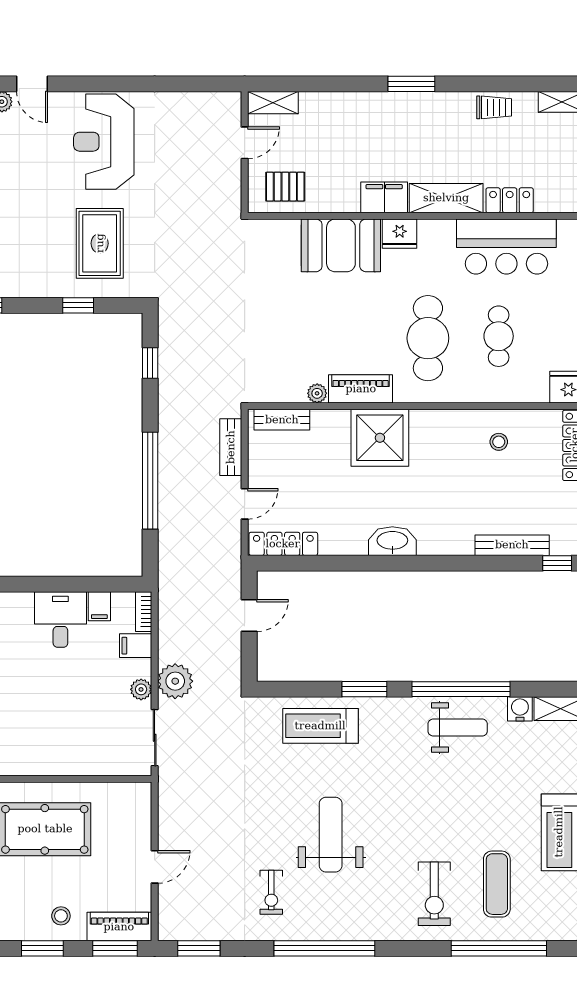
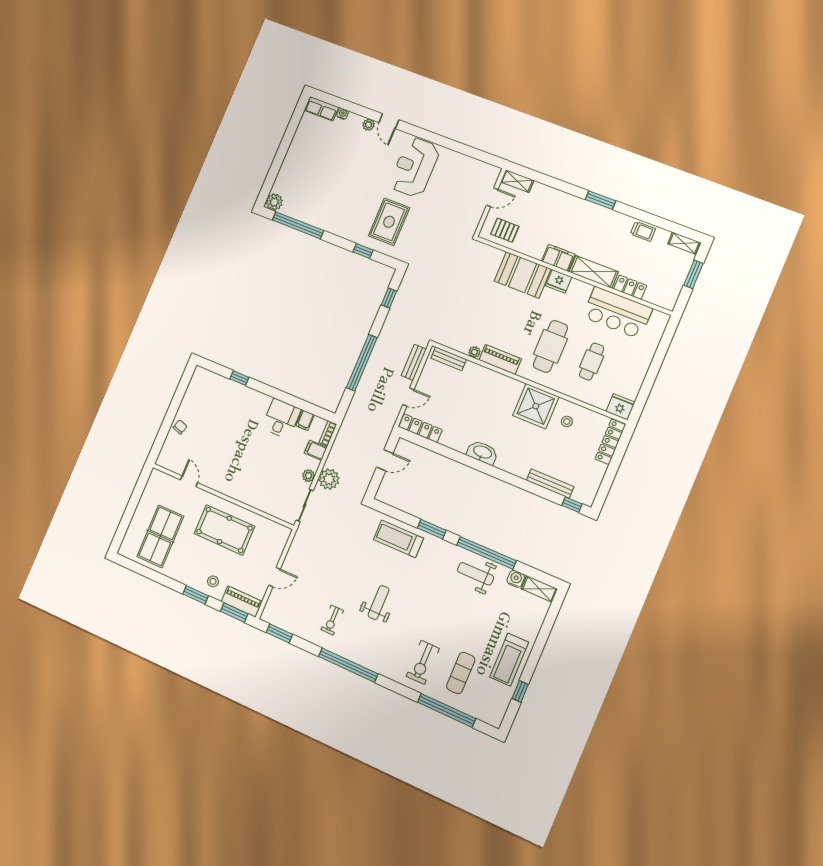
shower: (380, 438) -> (536, 406), moved
weight bench: (458, 728) -> (476, 574), turned 180
weight bench: (331, 835) -> (379, 603), width x0.73, depth x0.75

